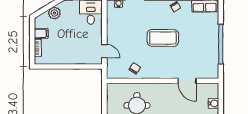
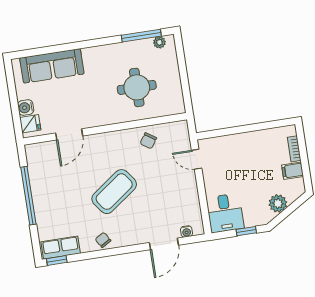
coffee table: (163, 38) -> (114, 192), turned -36
door: (187, 81) -> (69, 134), swing flipped
fridge: (212, 92) -> (30, 124), added

